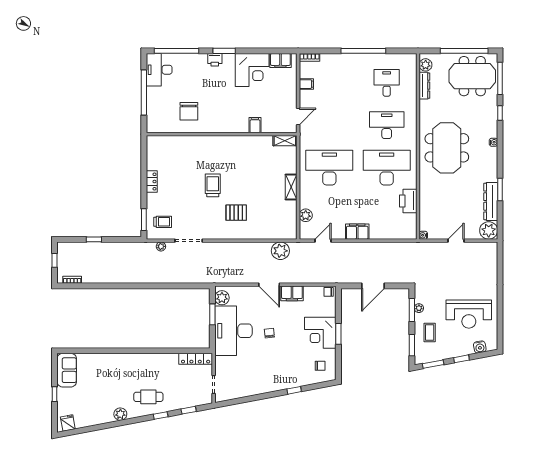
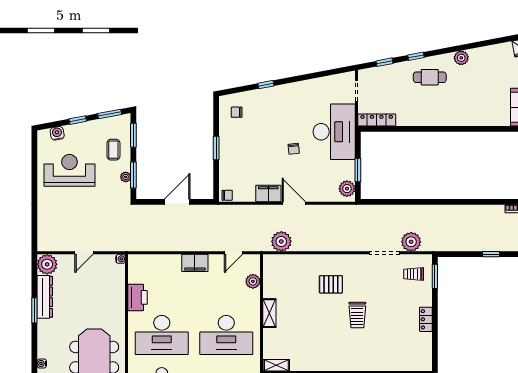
plant: (161, 246) -> (411, 242), width x1.87, depth x1.87
desk: (233, 331) -> (334, 132), moved
corner desk: (320, 333) -> (236, 149), removed

